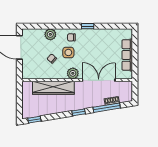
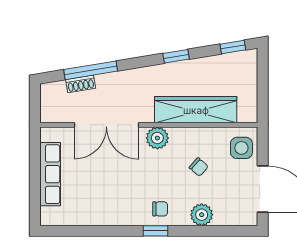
window: (88, 26) -> (156, 231), moved
side table: (68, 52) -> (241, 148), moved
window: (79, 112) -> (176, 56), moved

